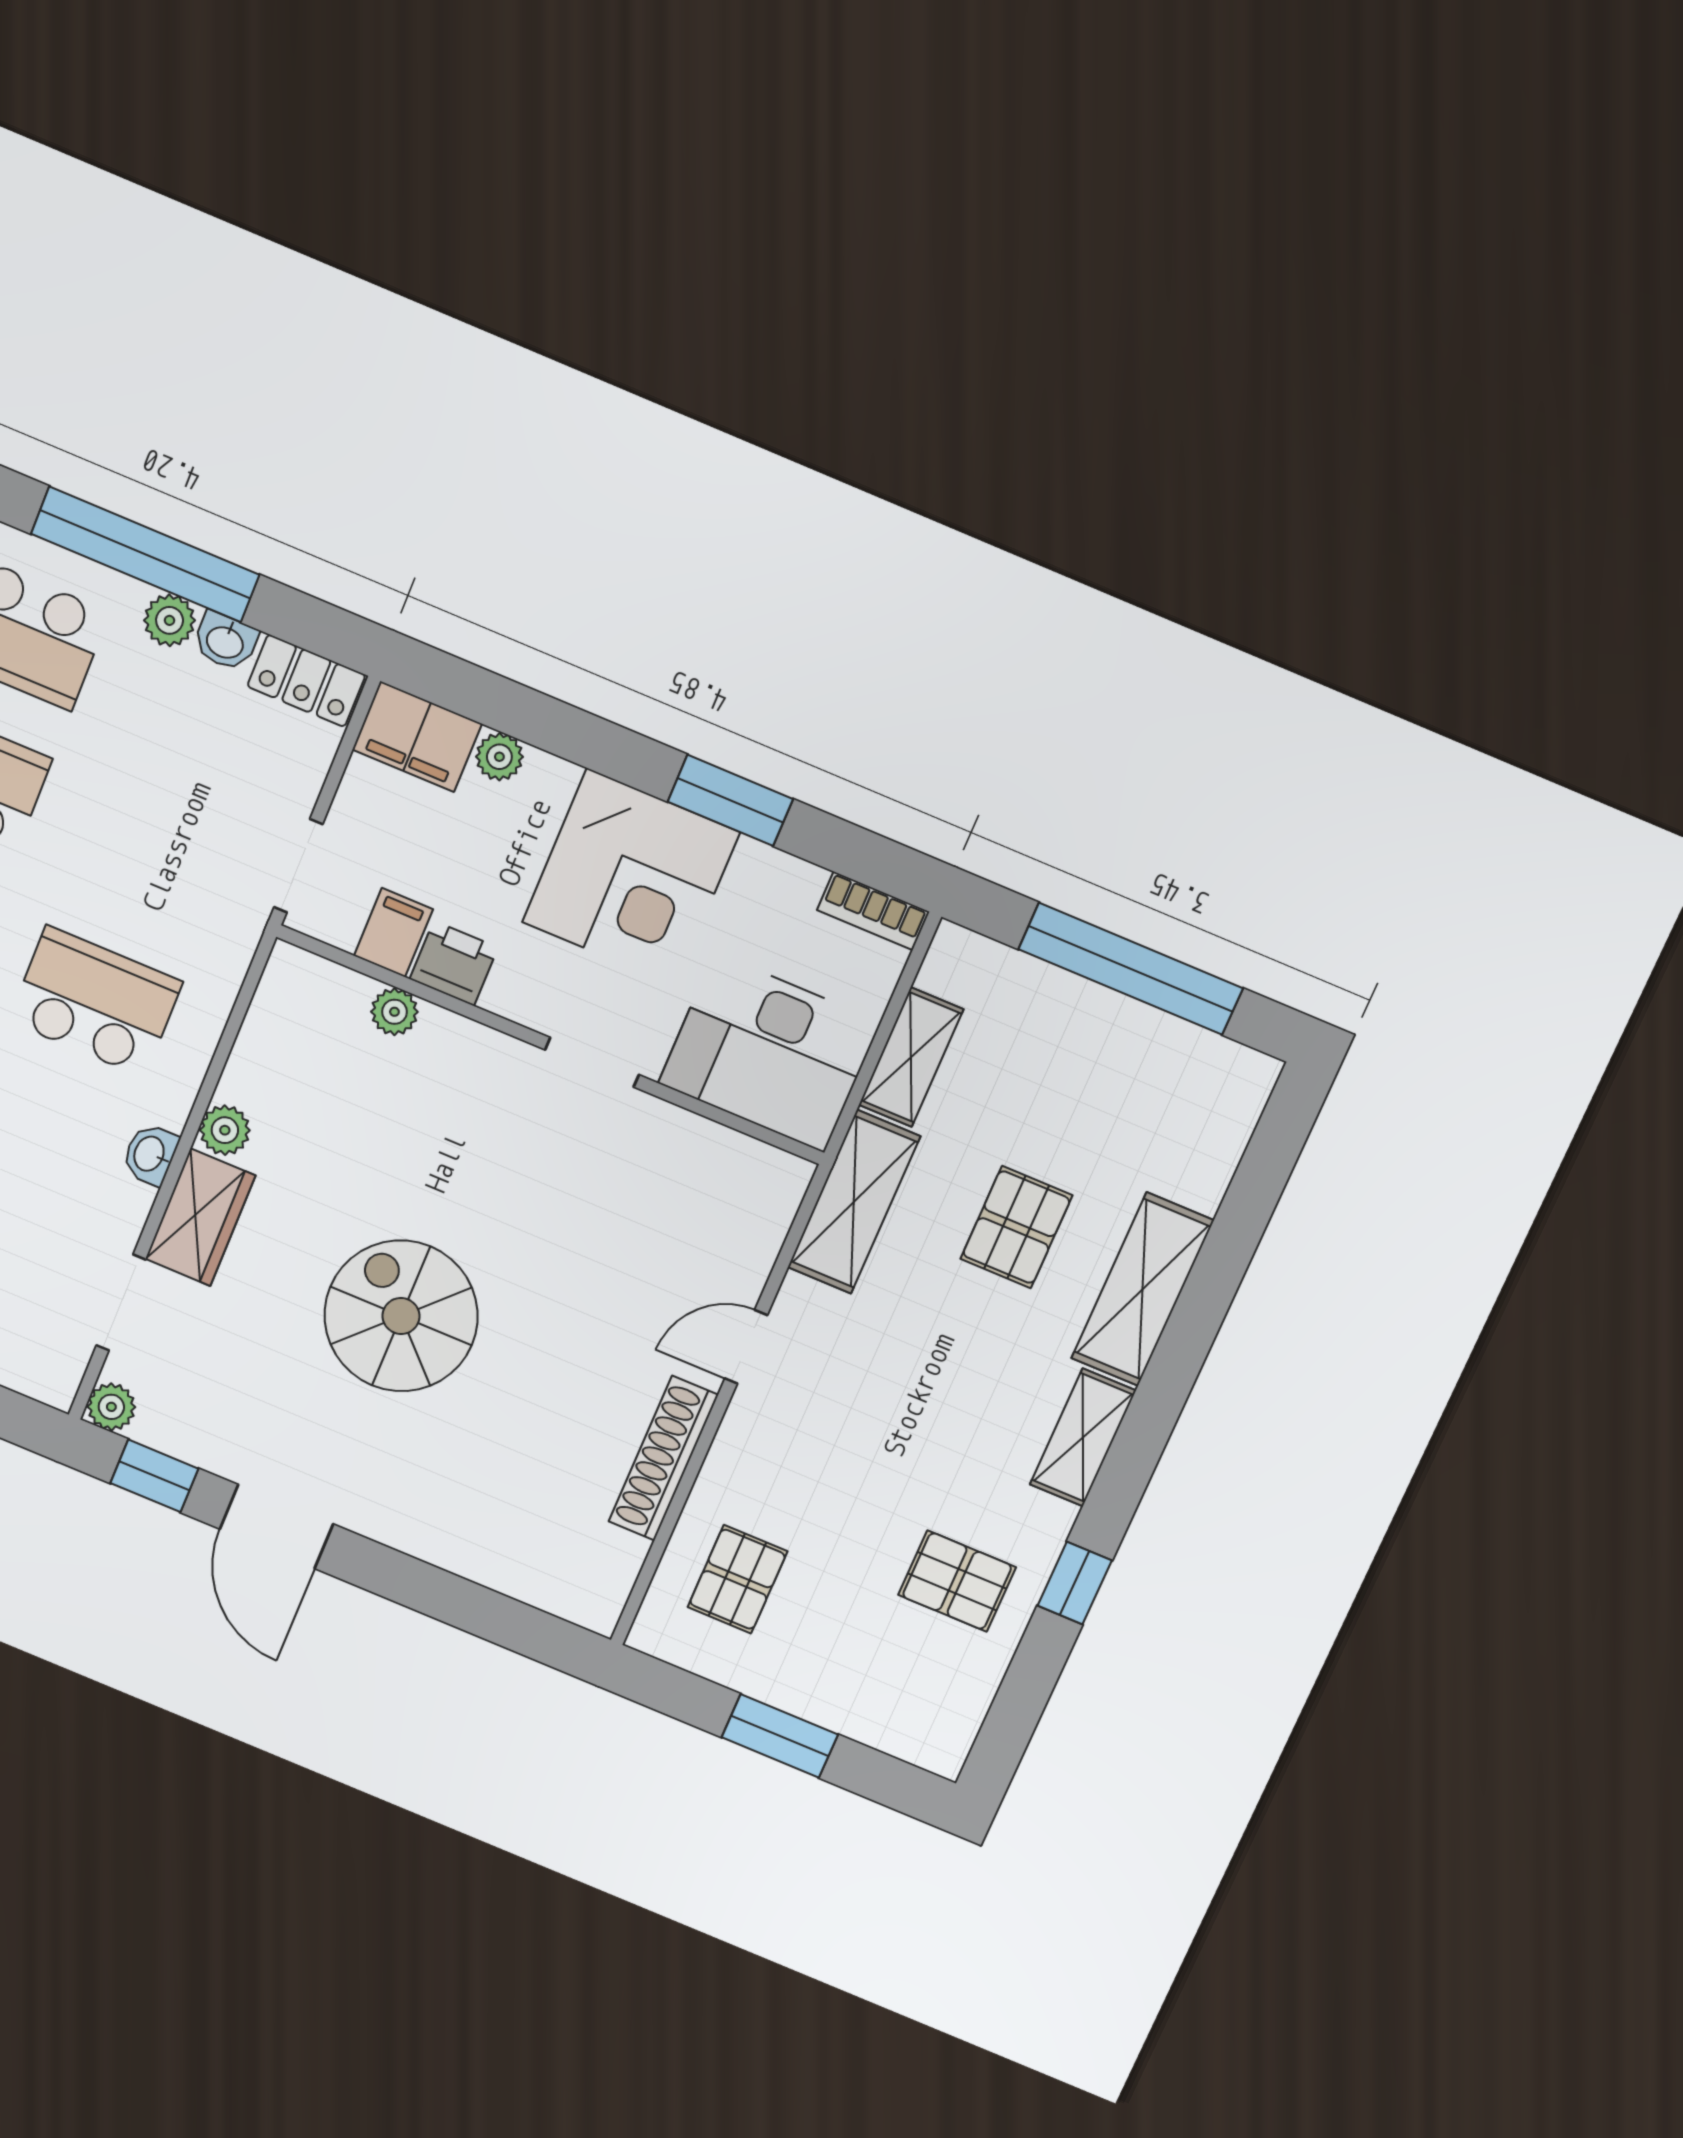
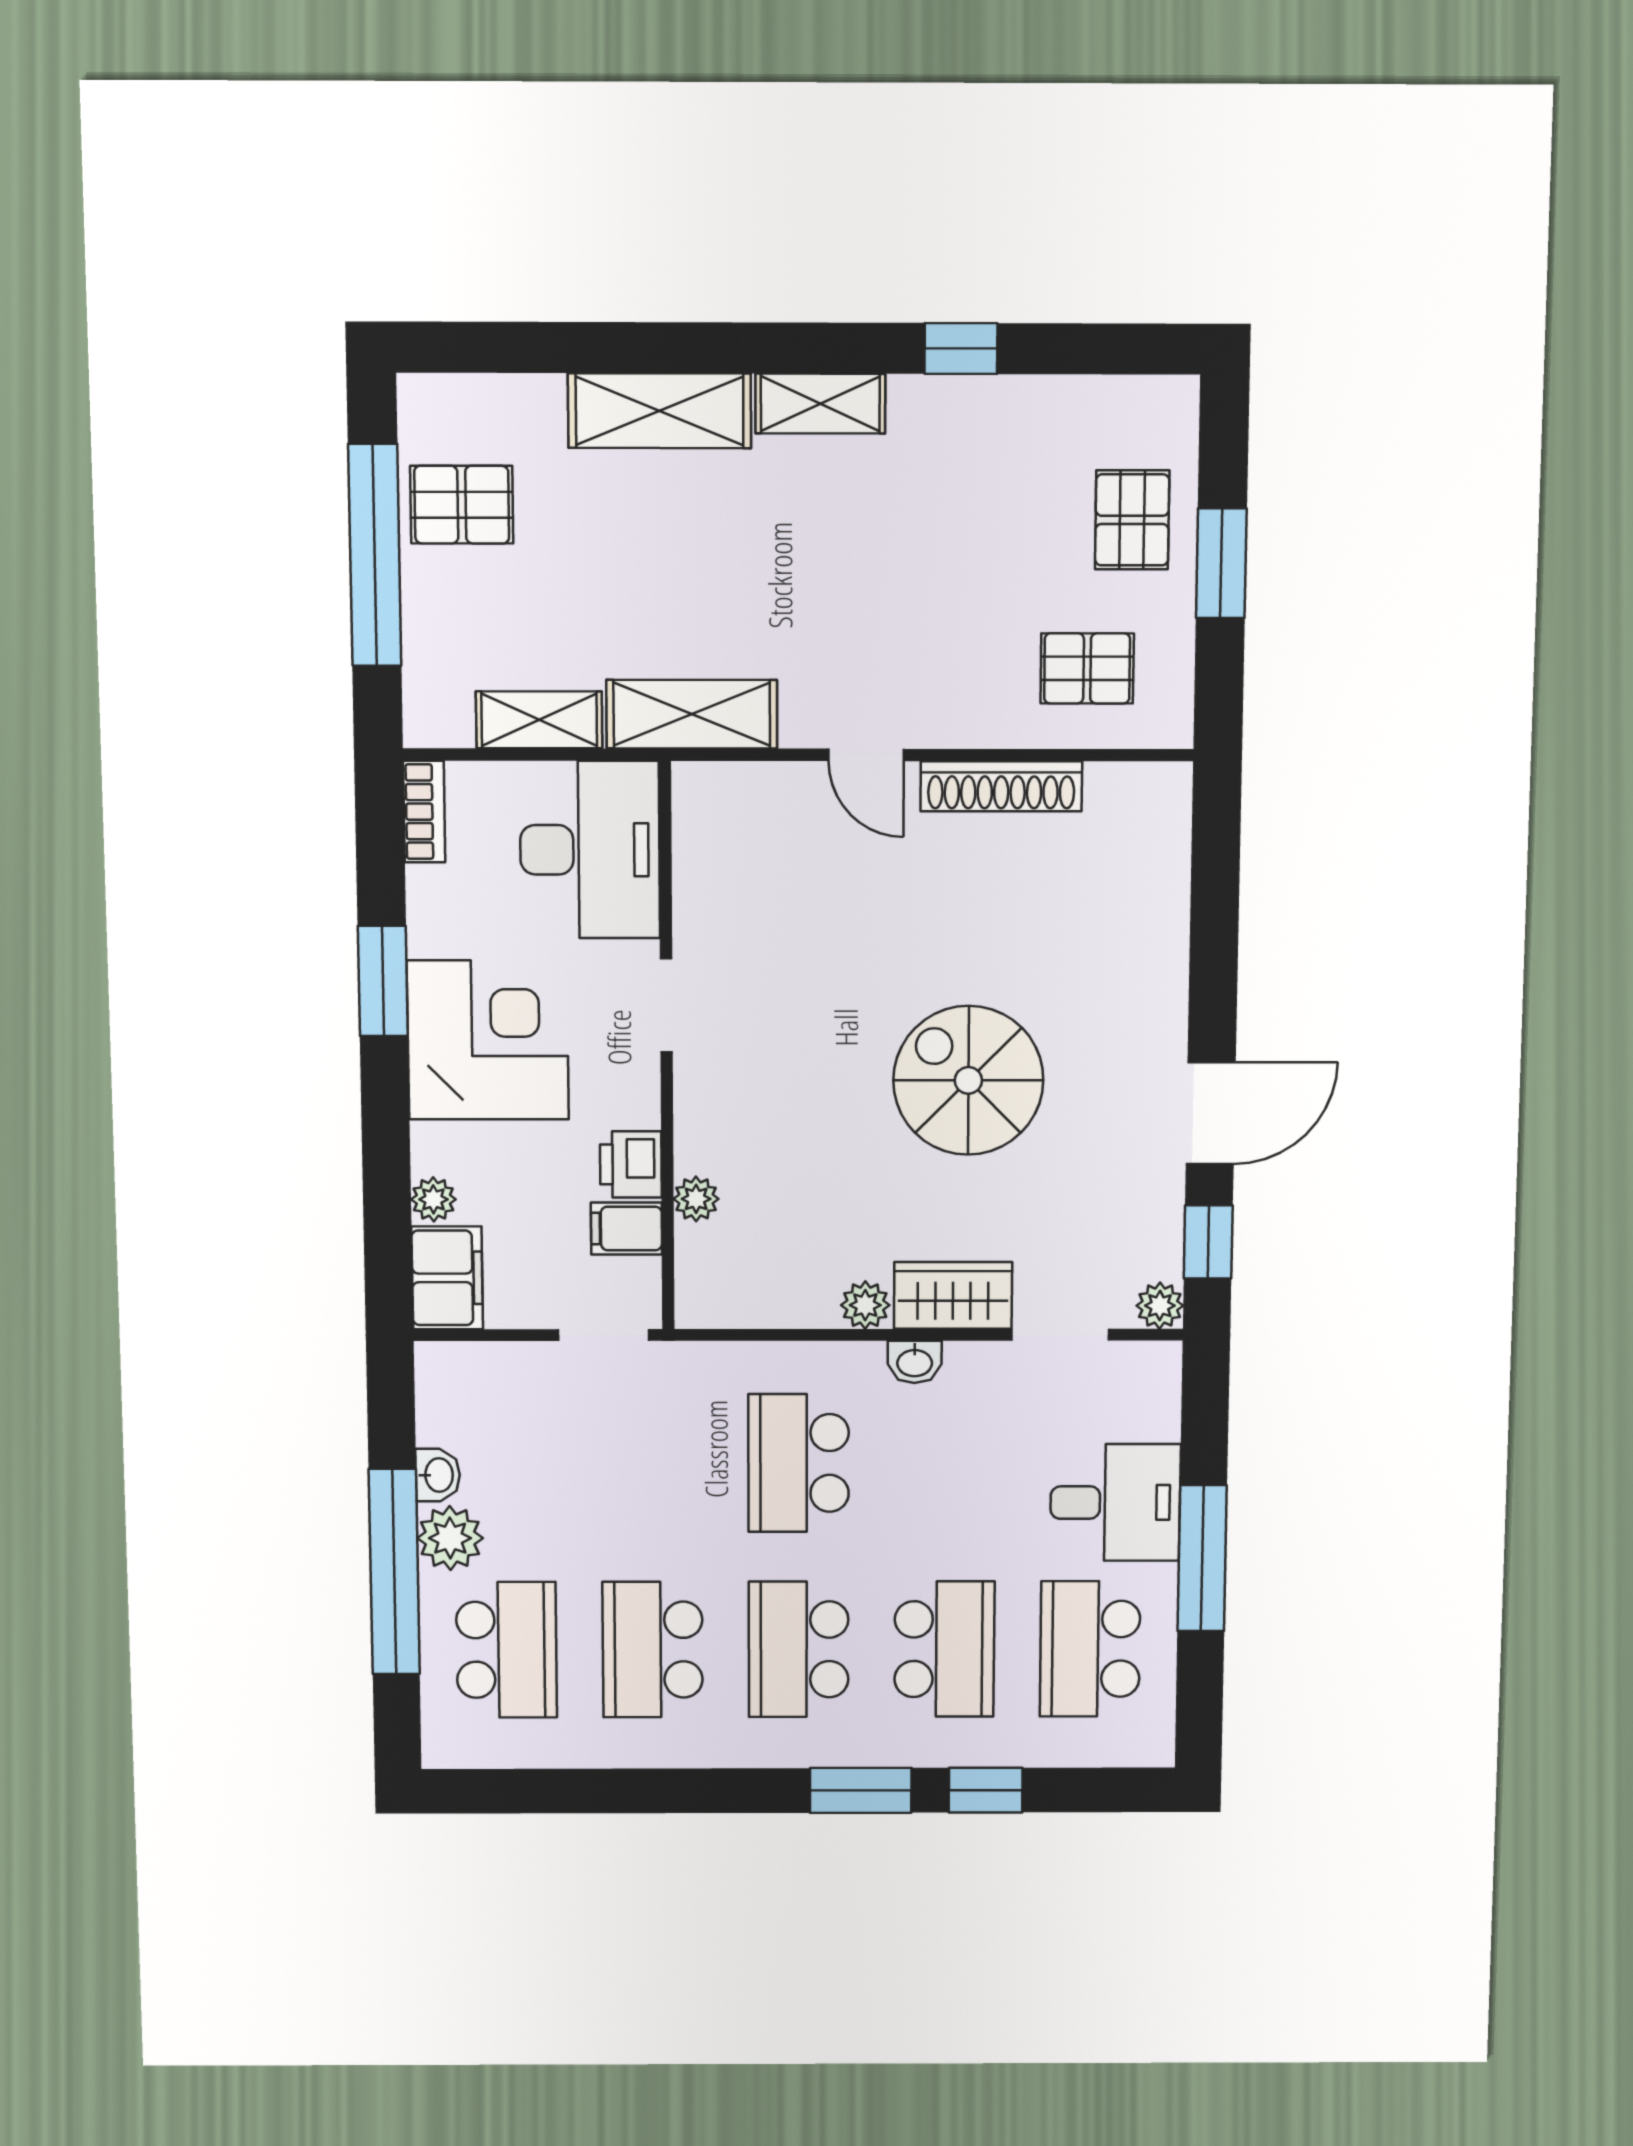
plant: (170, 620) -> (450, 1538), width x1.38, depth x1.38
locker: (306, 681) -> (441, 1393), removed
pallet: (1016, 1227) -> (462, 505), moved
spiral stairs: (401, 1316) -> (968, 1080), turned 90
pallet: (957, 1581) -> (1132, 520), moved

